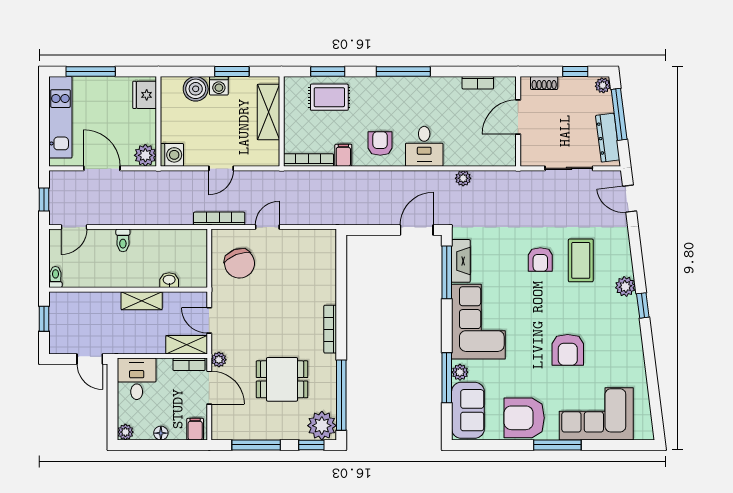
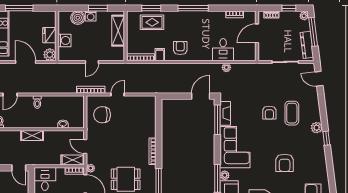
fridge: (145, 95) -> (49, 35), moved
desk: (424, 146) -> (223, 50), moved
washing machine: (172, 155) -> (64, 40), moved
chair: (240, 263) -> (102, 115), turned 111
shelving: (142, 301) -> (32, 136), moved

